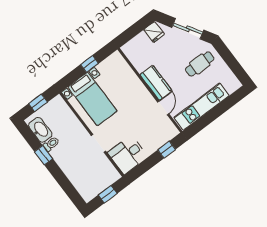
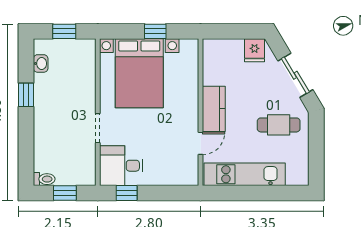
bed with nightstands: (93, 99) -> (139, 73), width x1.36
washbasin: (40, 130) -> (41, 63), width x0.52, depth x0.69
toilet: (51, 144) -> (44, 179), moved
window: (167, 150) -> (127, 193), moved

